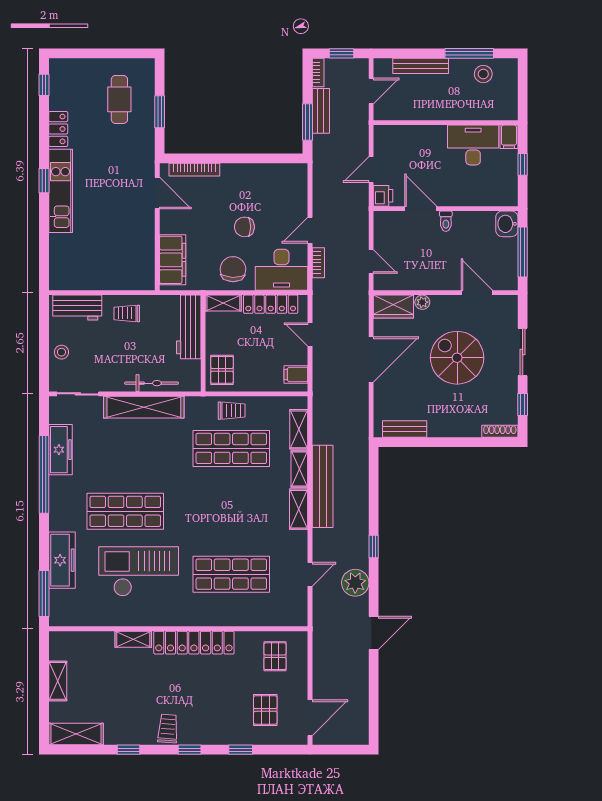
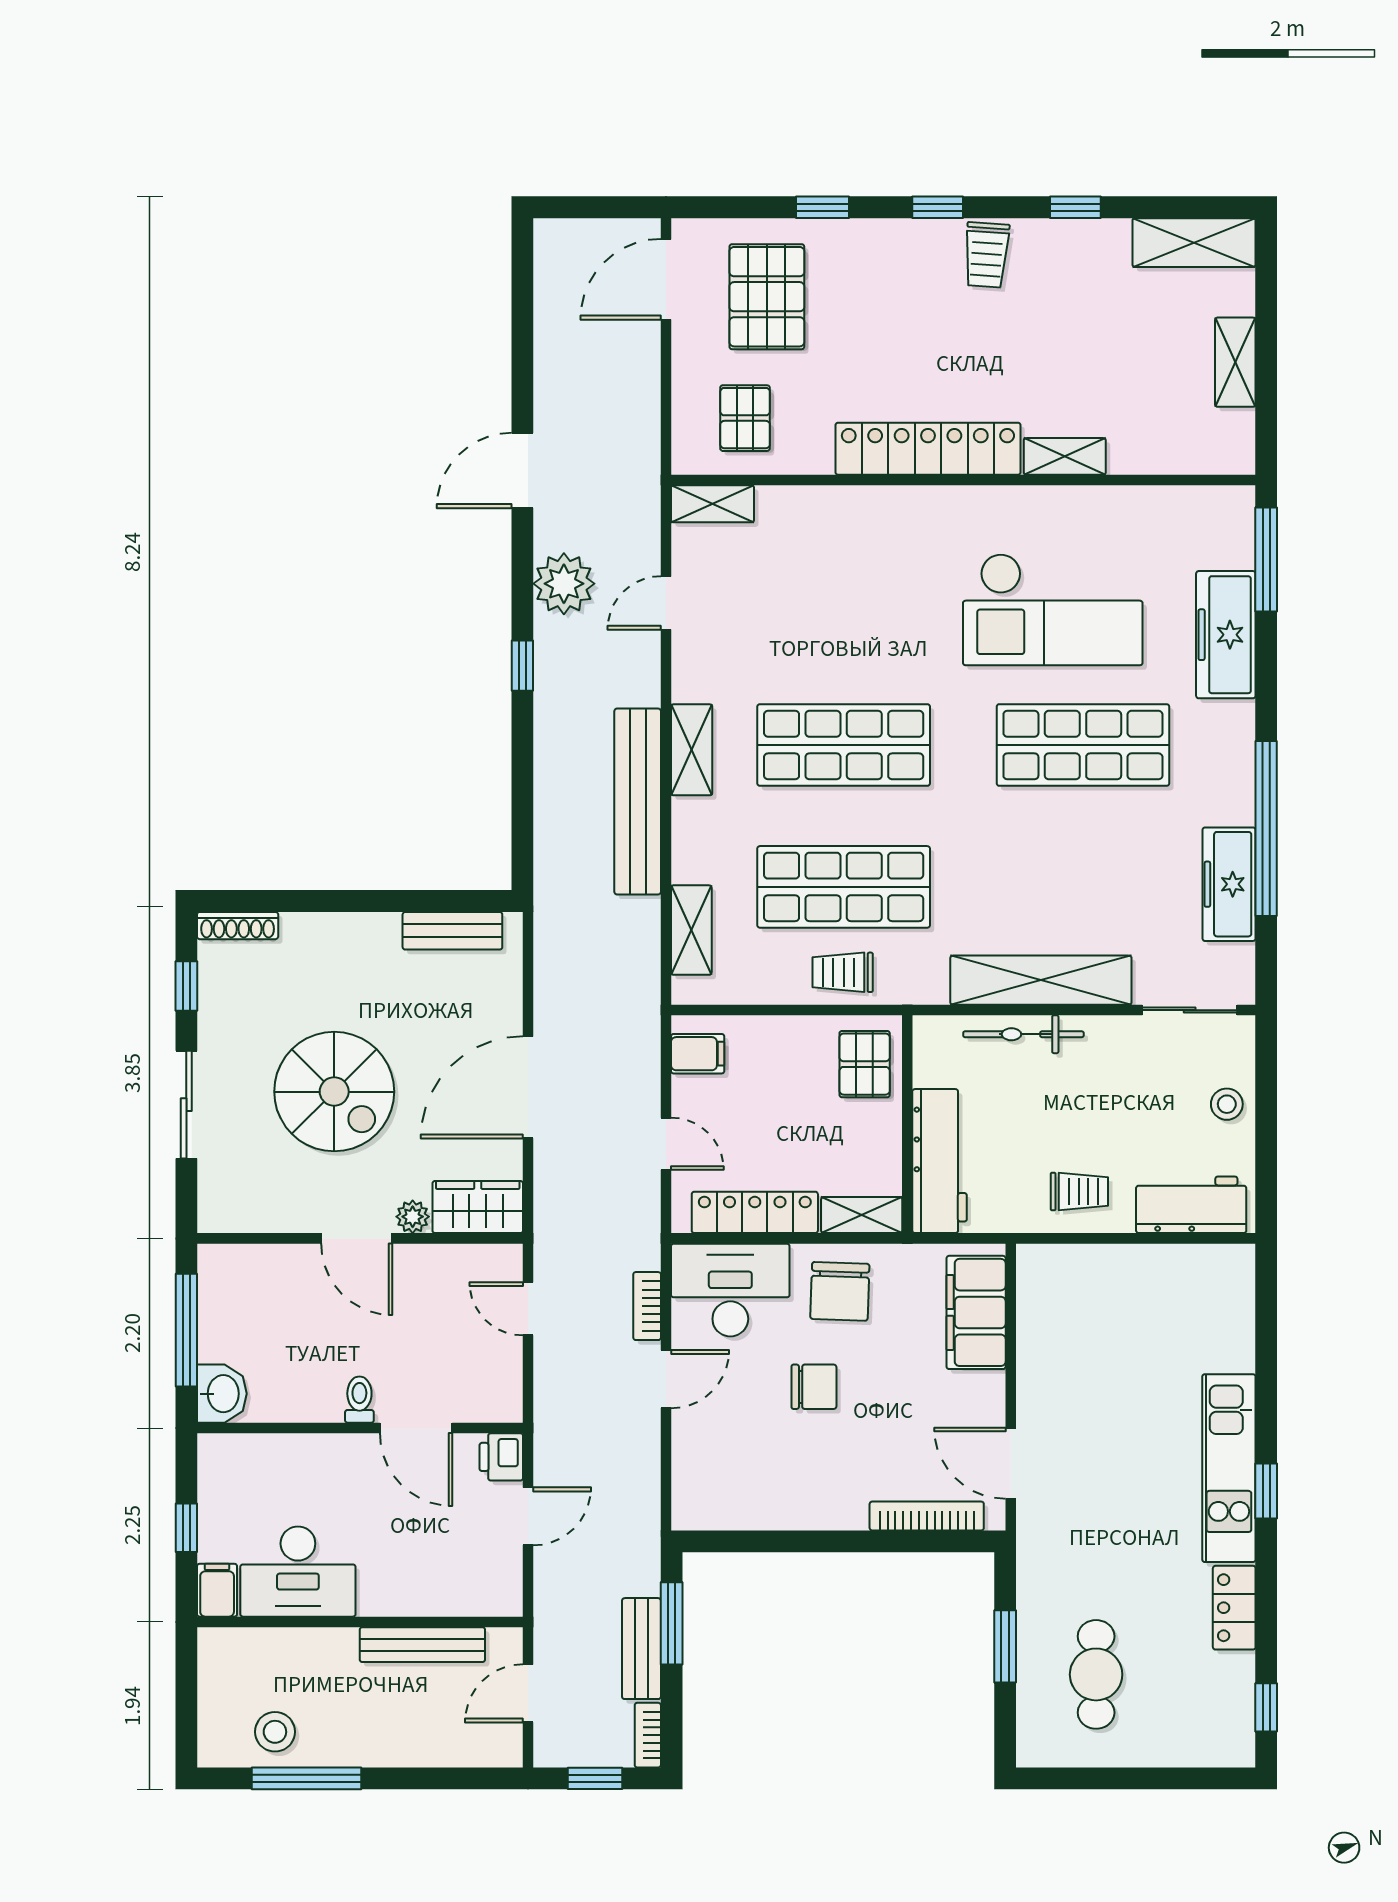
bench: (421, 66) -> (422, 1645), moved
door: (477, 293) -> (357, 1238), moved
shelving: (299, 469) -> (713, 504), moved, turned 90
shop shelf: (231, 574) -> (844, 745), moved
pallet: (265, 710) -> (767, 297), width x1.50, depth x1.42

